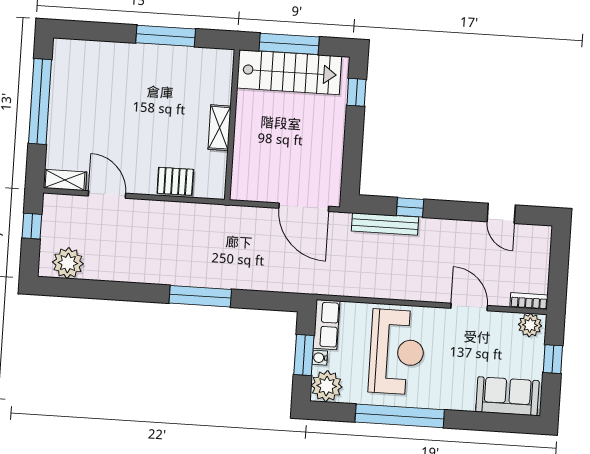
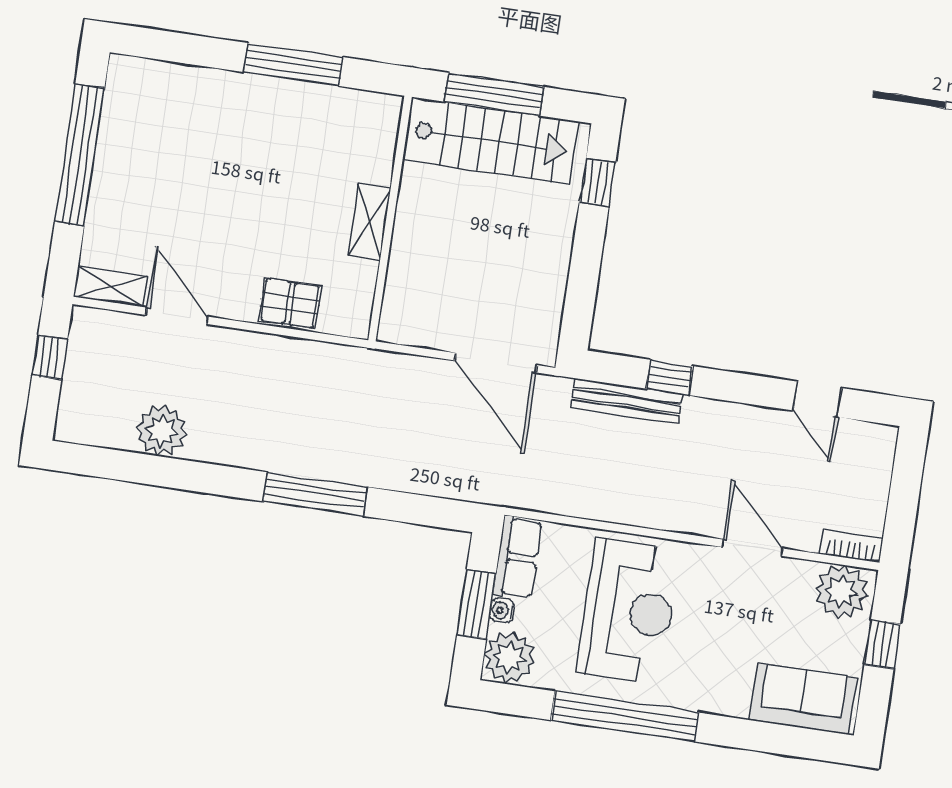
plant: (68, 263) -> (162, 431), moved
plant: (530, 325) -> (841, 592), width x1.36, depth x1.36

